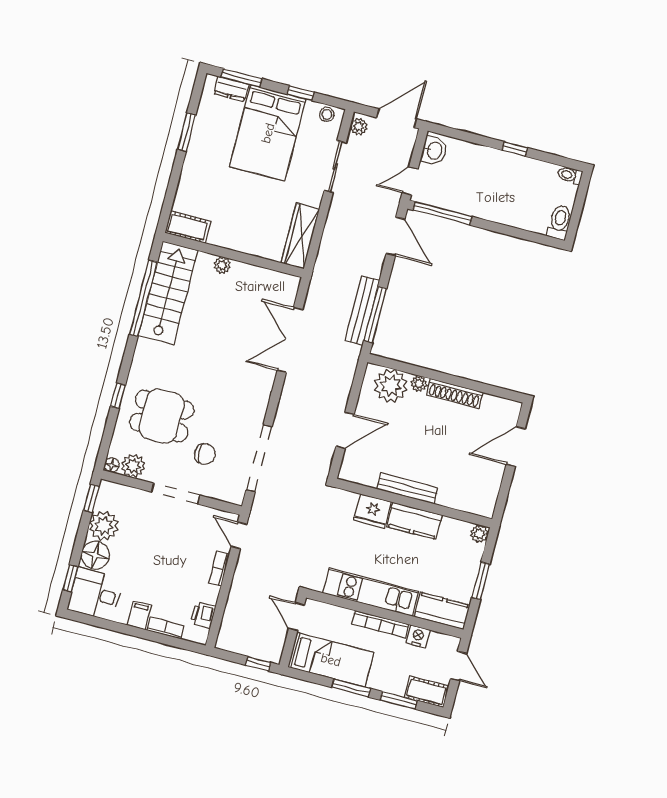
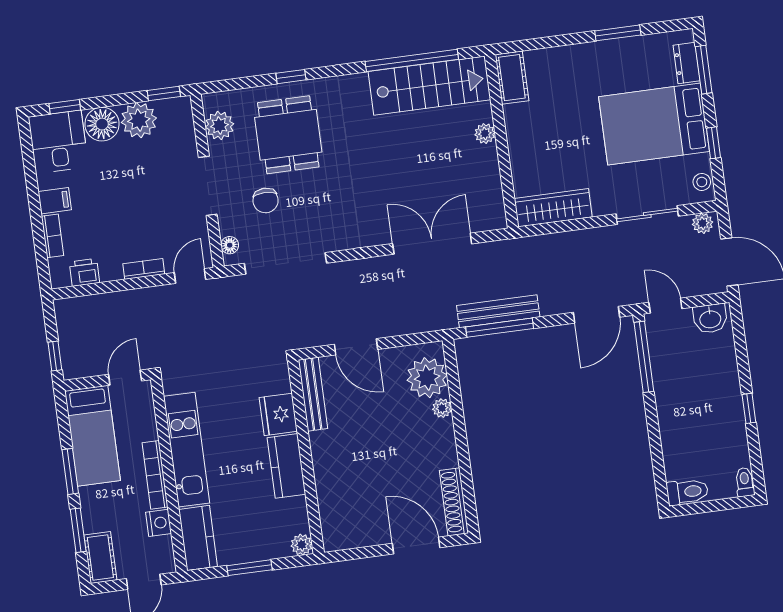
shoe rack: (455, 394) -> (454, 502), moved
floor lamp: (112, 465) -> (230, 245), moved
bench: (407, 488) -> (313, 394), moved

